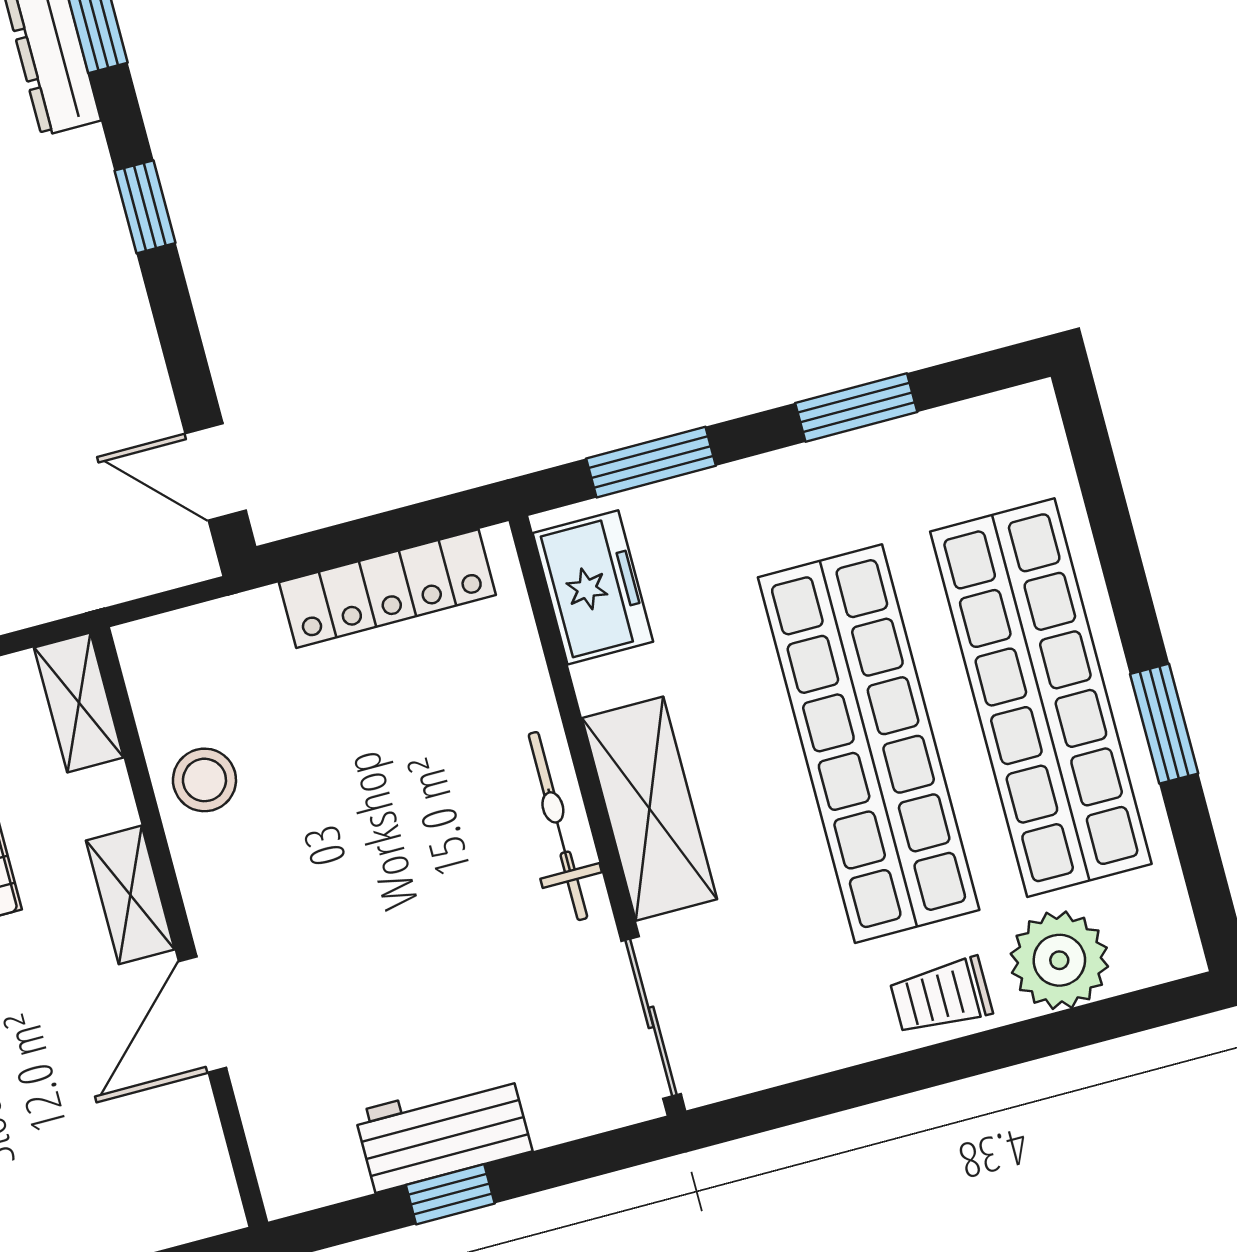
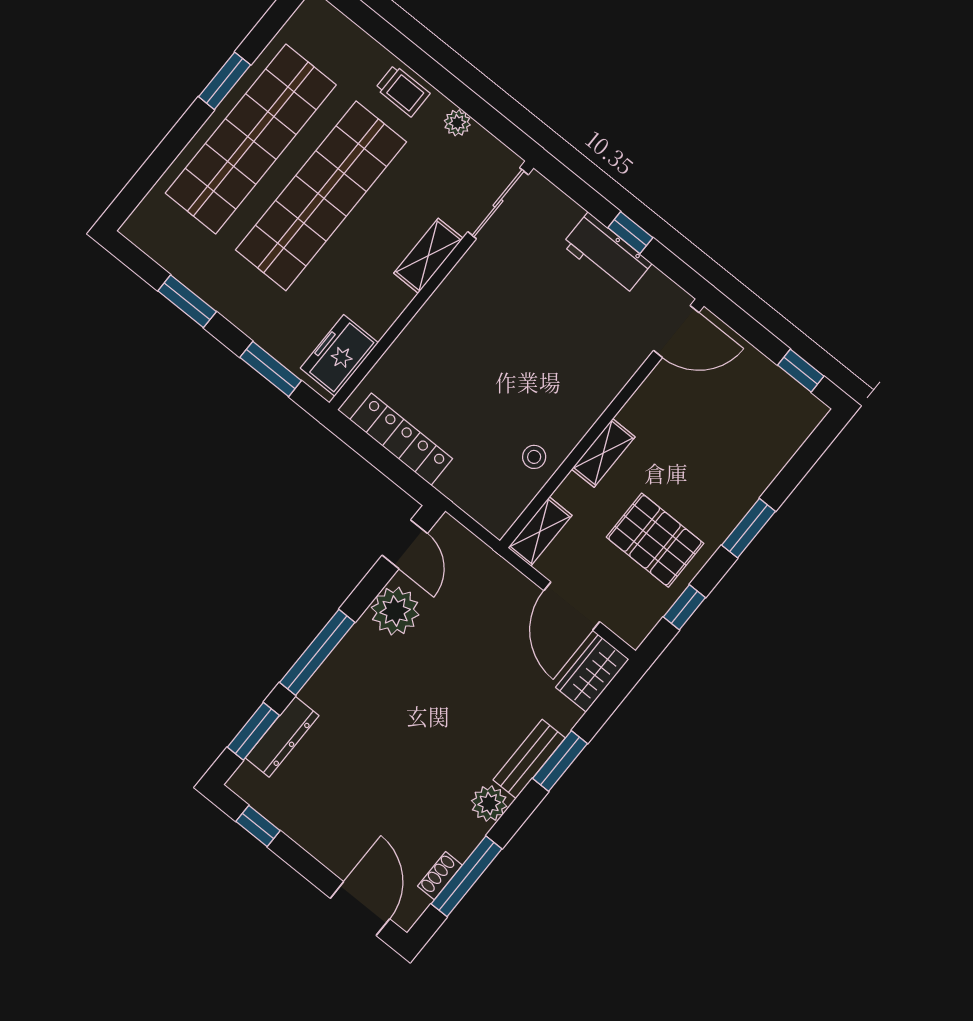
window: (145, 207) -> (317, 652), width x2.17
plant: (120, 379) -> (395, 611), added
stool: (204, 780) -> (534, 457), width x0.73, depth x0.73
shelving: (649, 809) -> (428, 256), width x0.67, depth x0.75
bicycle: (558, 826) -> (447, 298), removed
plant: (1059, 960) -> (457, 123), moved, width x0.53, depth x0.53
door: (203, 1015) -> (676, 331), moved

